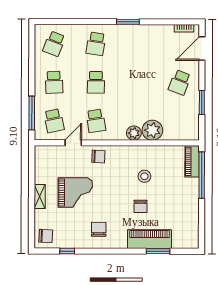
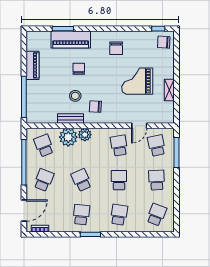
school desk: (138, 44) -> (81, 215), added
school desk: (138, 82) -> (81, 180), added
window: (202, 102) -> (24, 162), width x2.11
school desk: (180, 121) -> (44, 146), added
bench: (150, 151) -> (71, 119), added
chair: (98, 157) -> (95, 107), moved
piano: (192, 161) -> (33, 65), moved
shelving: (40, 196) -> (169, 90), moved
window: (67, 251) -> (158, 29), moved

